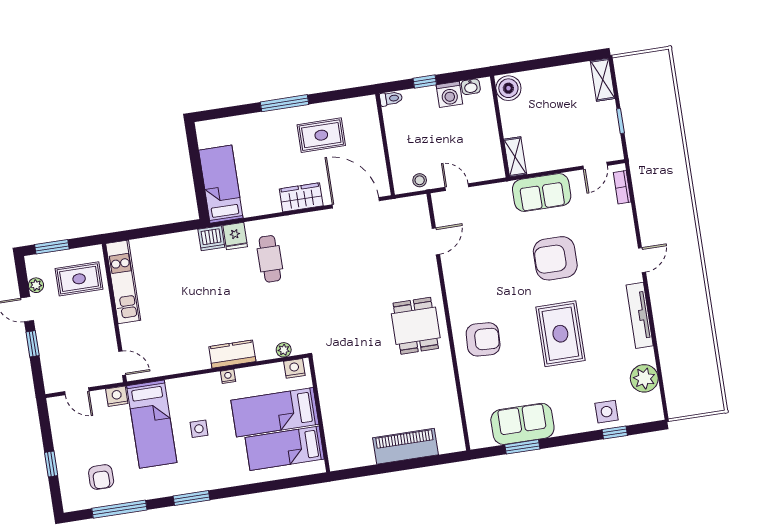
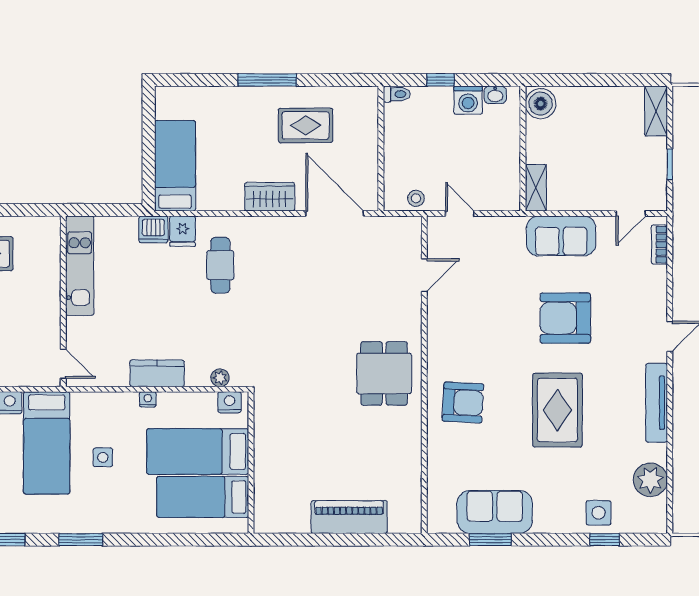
kitchen unit: (123, 282) -> (80, 266), moved
wall: (114, 313) -> (63, 301), moved
door: (122, 363) -> (63, 364), moved

